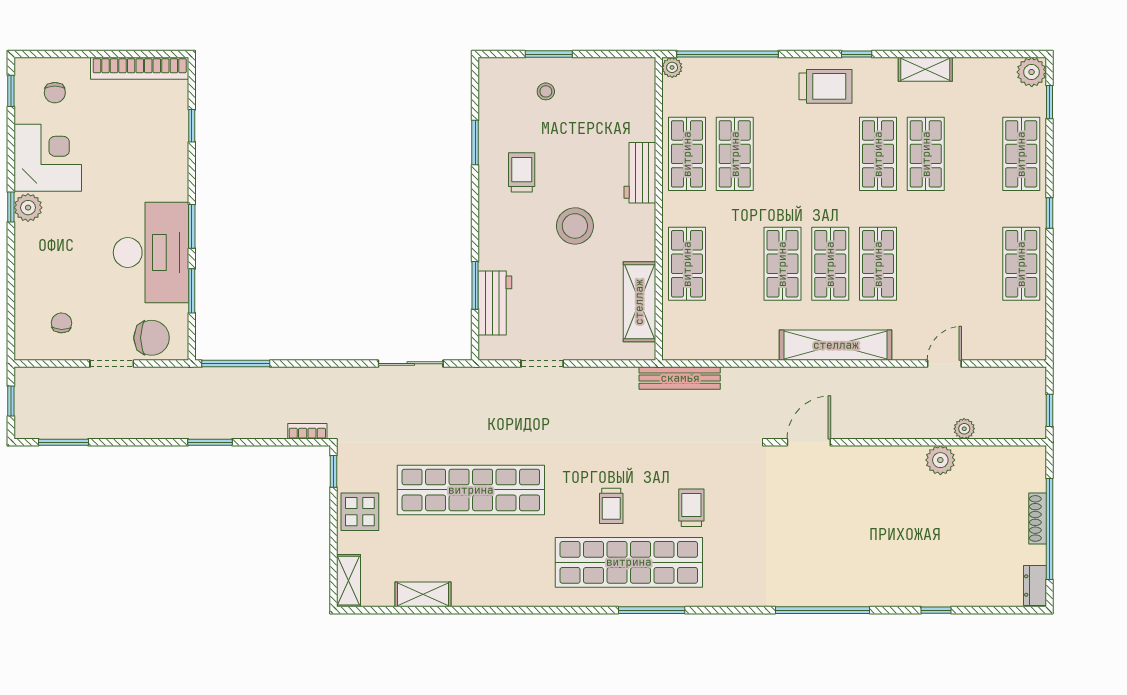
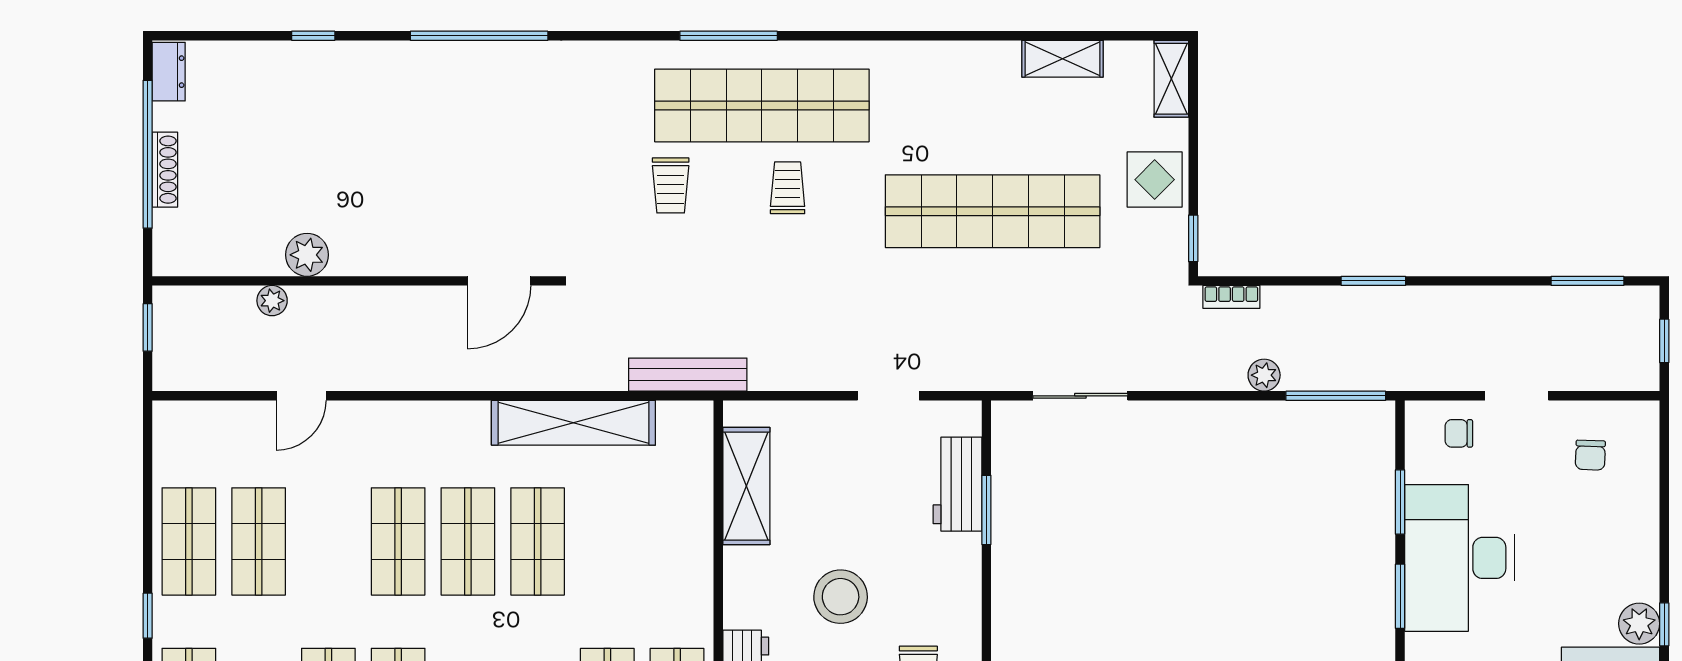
shop shelf: (687, 264) -> (259, 541), moved
chair: (152, 338) -> (1459, 433), width x0.54, depth x0.54
shelving: (836, 345) -> (573, 423), moved
plant: (285, 378) -> (1264, 375), added

